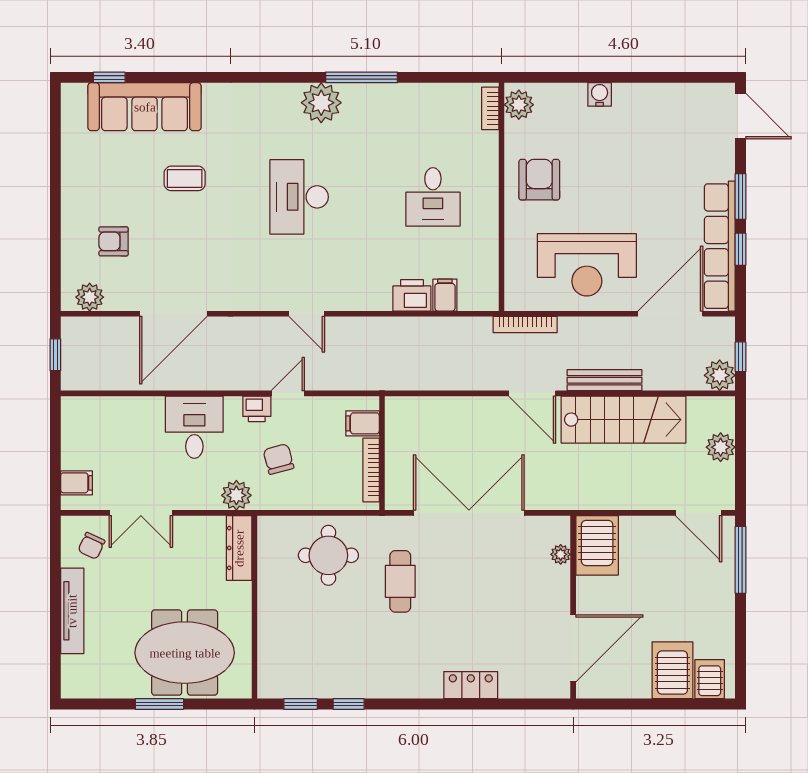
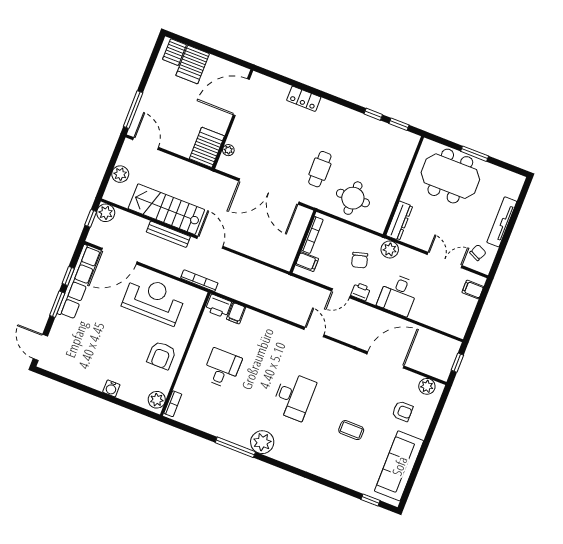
sofa: (145, 107) -> (399, 466), moved, turned -90
printer: (412, 295) -> (218, 306), moved

